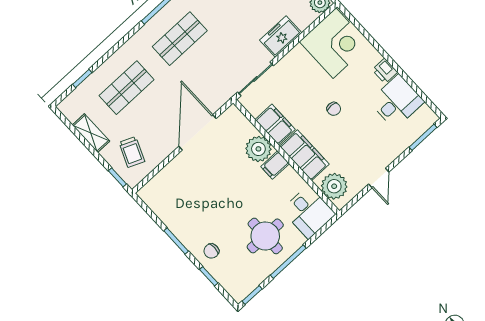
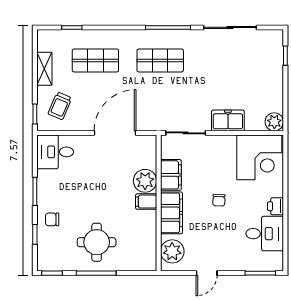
desk: (309, 212) -> (55, 152), moved, turned 90

